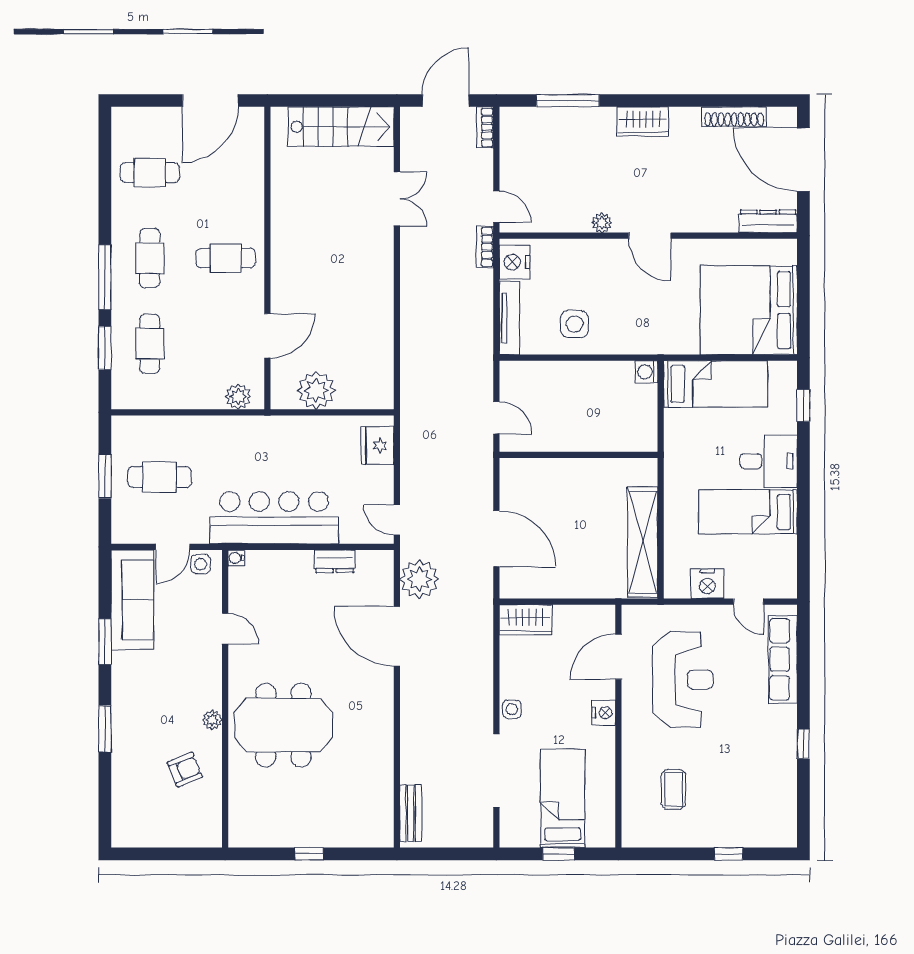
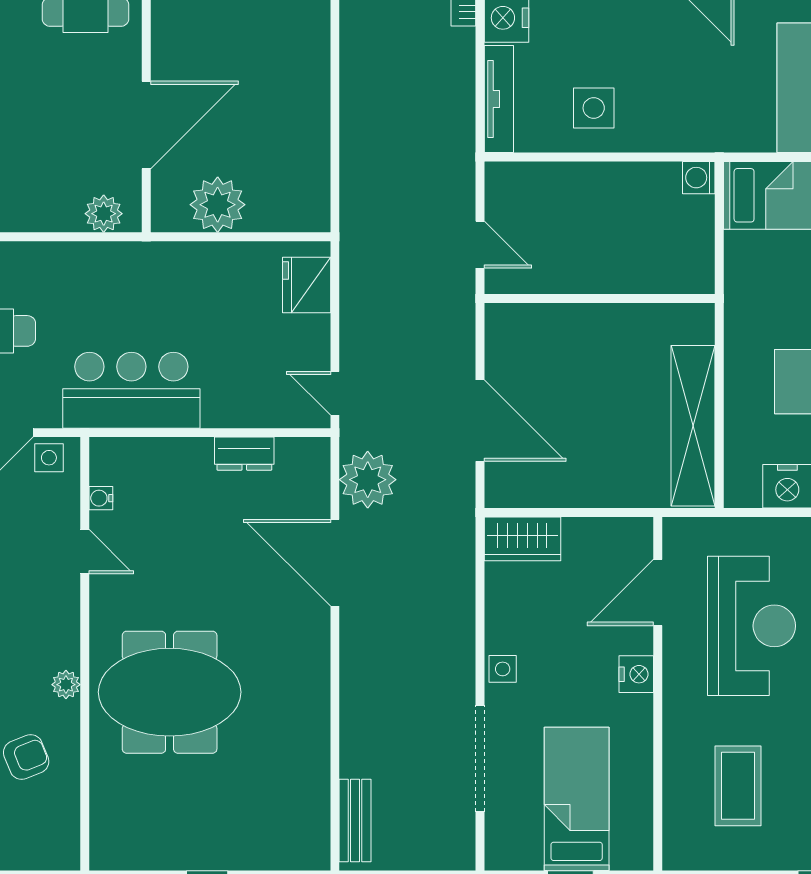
door: (267, 336) -> (146, 125), width x1.36
bar counter: (274, 518) -> (131, 390), width x0.73
water cooler: (236, 558) -> (101, 498), moved
coffee table: (674, 789) -> (738, 786), width x1.36, depth x1.30

